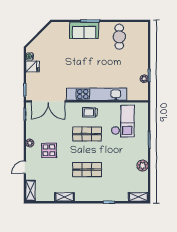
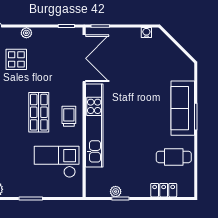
sofa: (84, 30) -> (183, 108), width x1.36
locker: (143, 44) -> (164, 190), added
fridge: (33, 67) -> (132, 37), removed
double door: (48, 101) -> (84, 58), swing flipped
checkout: (123, 121) -> (57, 162), turned 180

